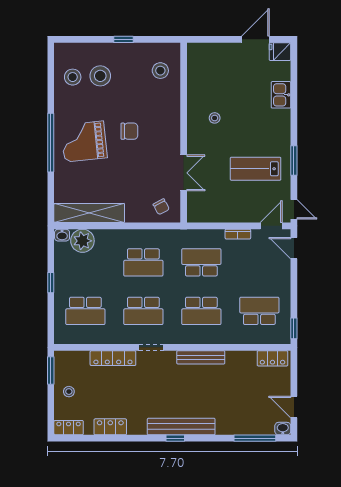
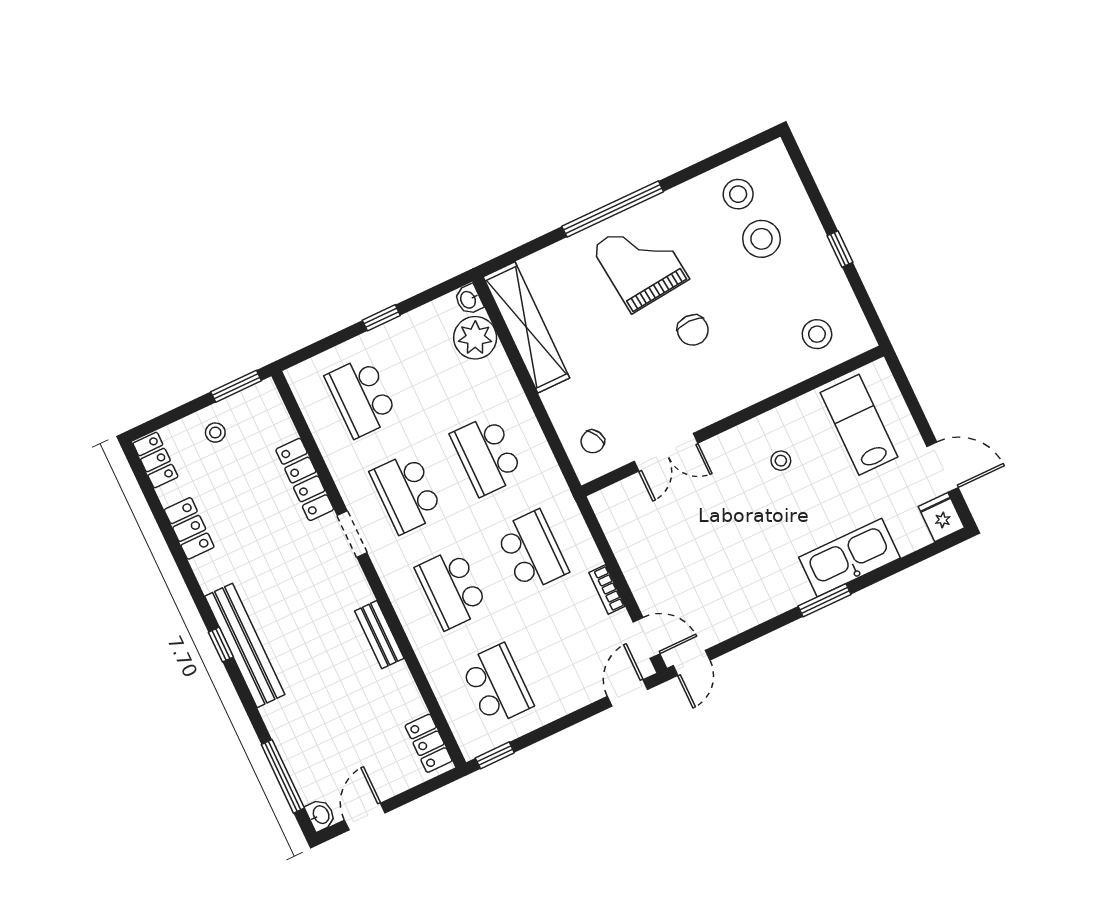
kitchen sink: (281, 95) -> (850, 558), width x1.87, depth x1.24
window: (294, 160) -> (825, 600), moved
lab bench: (256, 169) -> (859, 425), moved
bench: (201, 357) -> (379, 635), width x0.73

